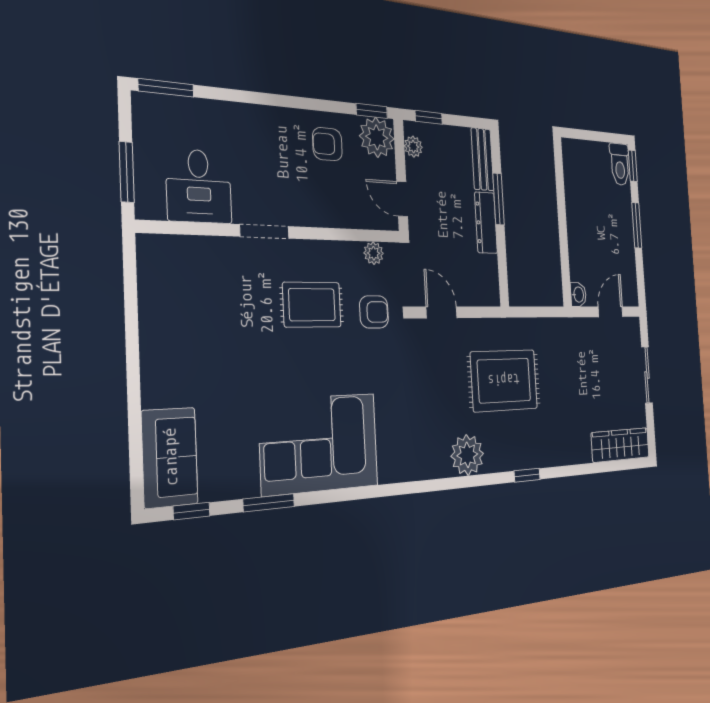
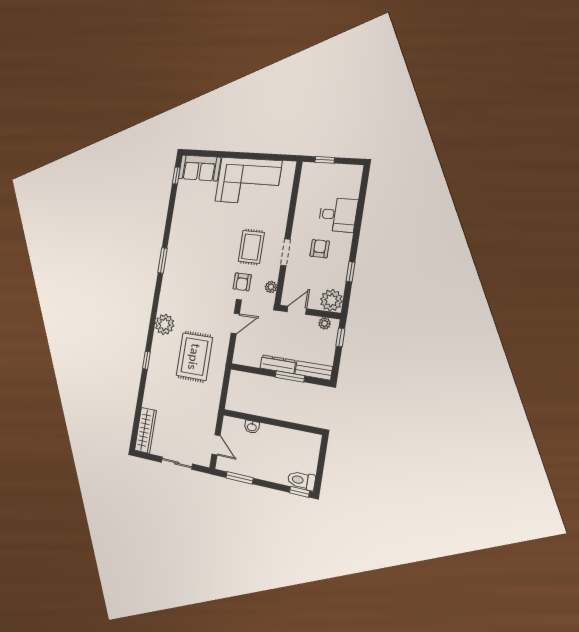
window: (166, 88) -> (364, 183), removed
window: (372, 111) -> (350, 272), moved
armchair: (327, 144) -> (320, 249), moved
window: (127, 172) -> (325, 160), width x0.67
desk: (199, 186) -> (338, 215), moved, turned 180
window: (637, 225) -> (240, 478), moved
doorway: (264, 231) -> (285, 252), moved
washbasin: (578, 295) -> (252, 427), moved
corner sofa: (319, 444) -> (248, 181), moved, turned 90
window: (269, 503) -> (162, 261), moved

